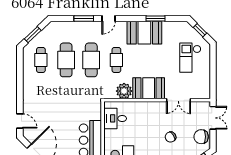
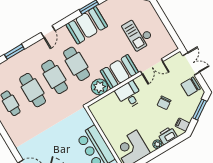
window: (84, 18) -> (14, 52), moved
checkout: (190, 58) -> (138, 33), moved
cafe table: (116, 60) -> (77, 64), width x1.37, depth x1.35
desk: (115, 118) -> (129, 95), moved, turned 90

